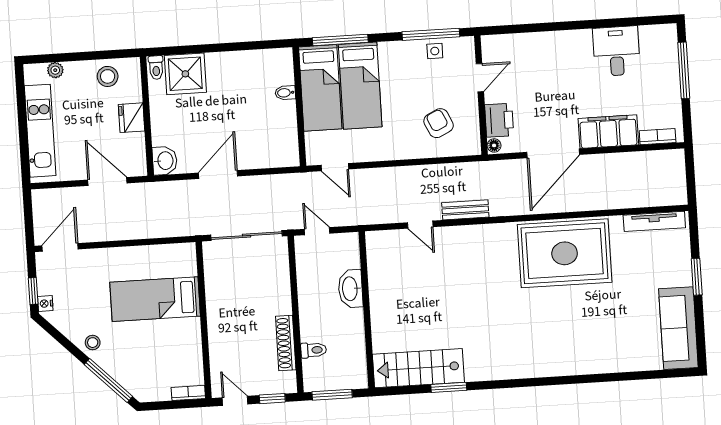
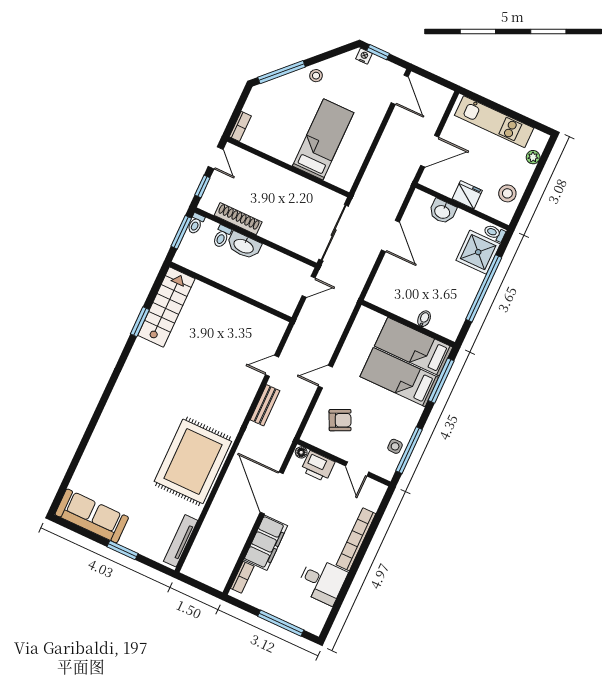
bookcase: (554, 39) -> (356, 539), added
window: (220, 48) -> (484, 288), added
washbasin: (165, 161) -> (442, 211), moved
door: (335, 167) -> (325, 377), moved
washbasin: (351, 289) -> (244, 246), moved, turned 180
toilet: (315, 384) -> (196, 224), added
door: (235, 401) -> (216, 158), hinge flipped

